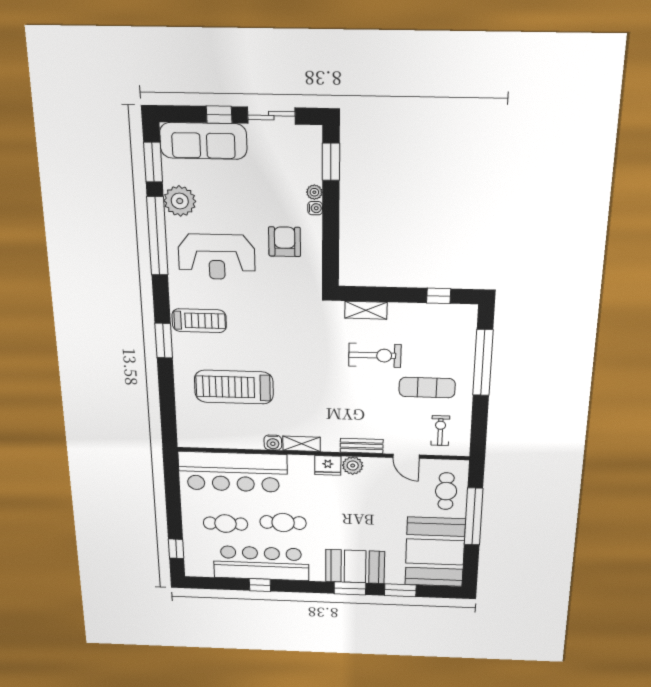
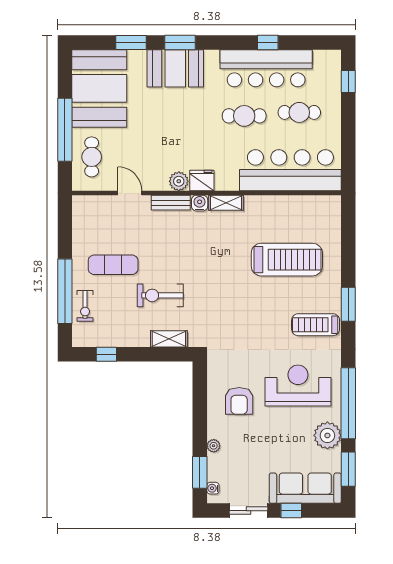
water cooler: (315, 208) -> (213, 488), moved
exercise bike: (440, 431) -> (85, 306), moved
water cooler: (273, 443) -> (200, 203), moved

